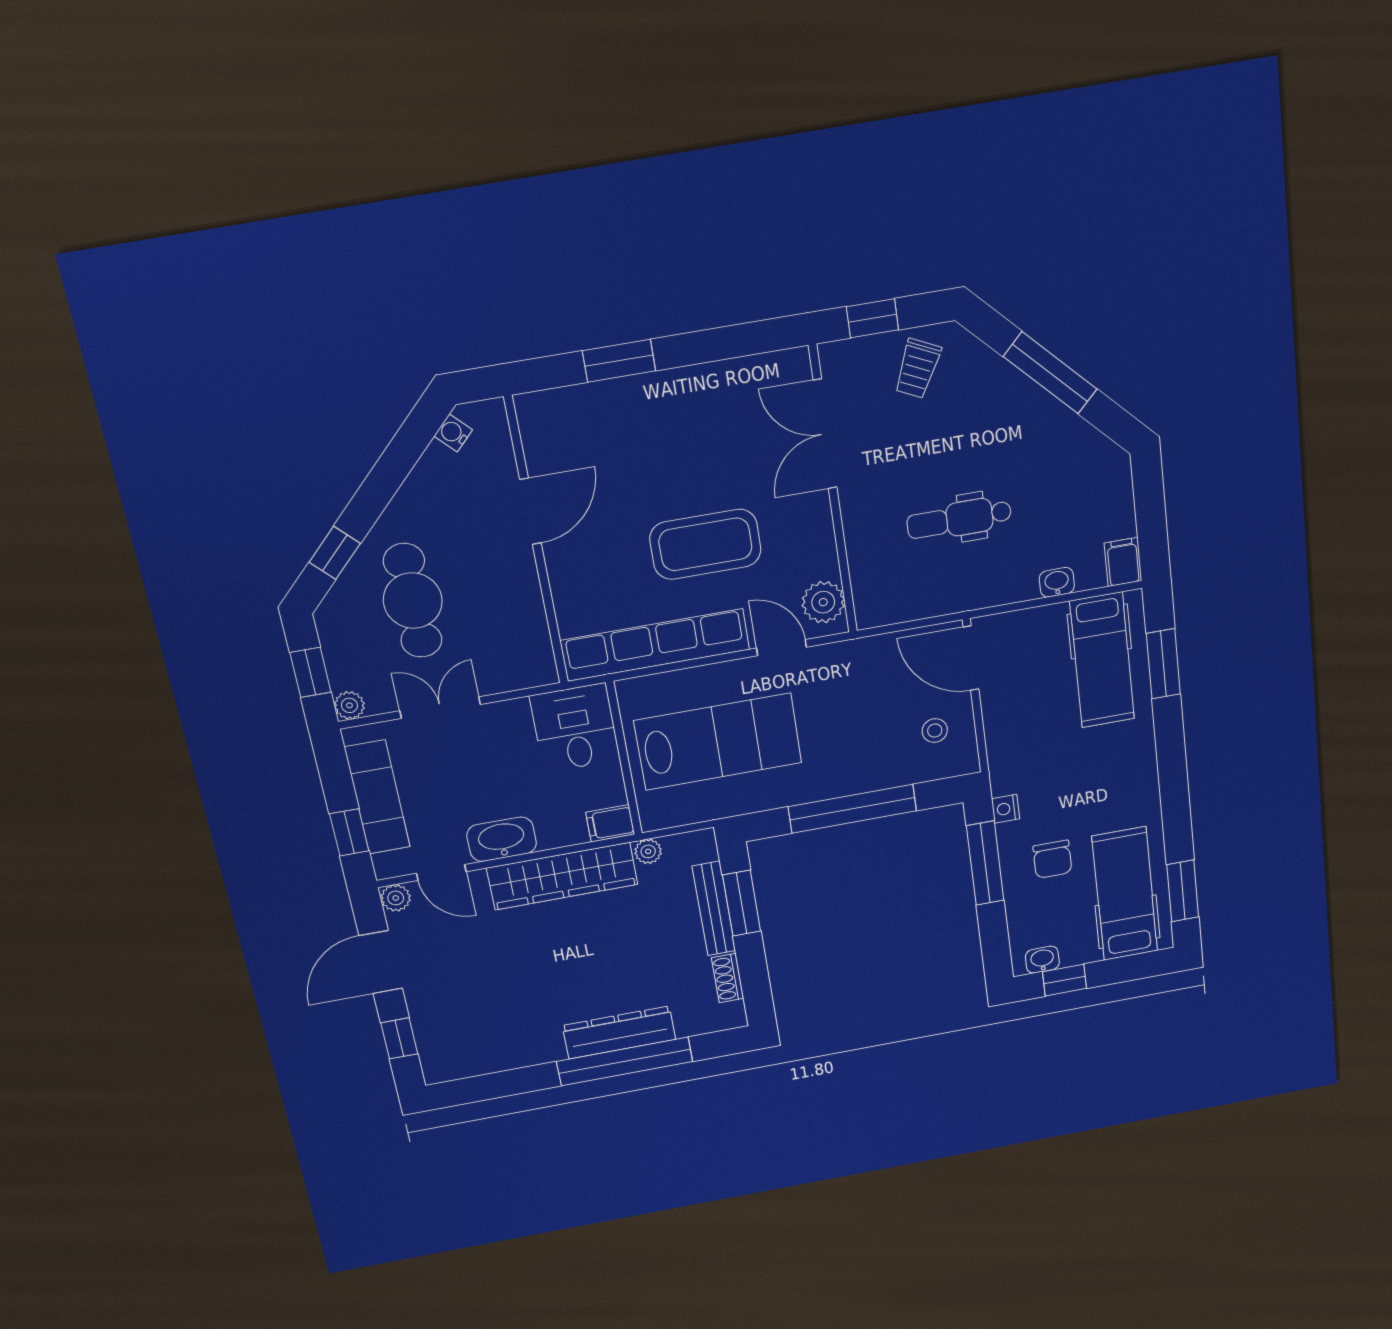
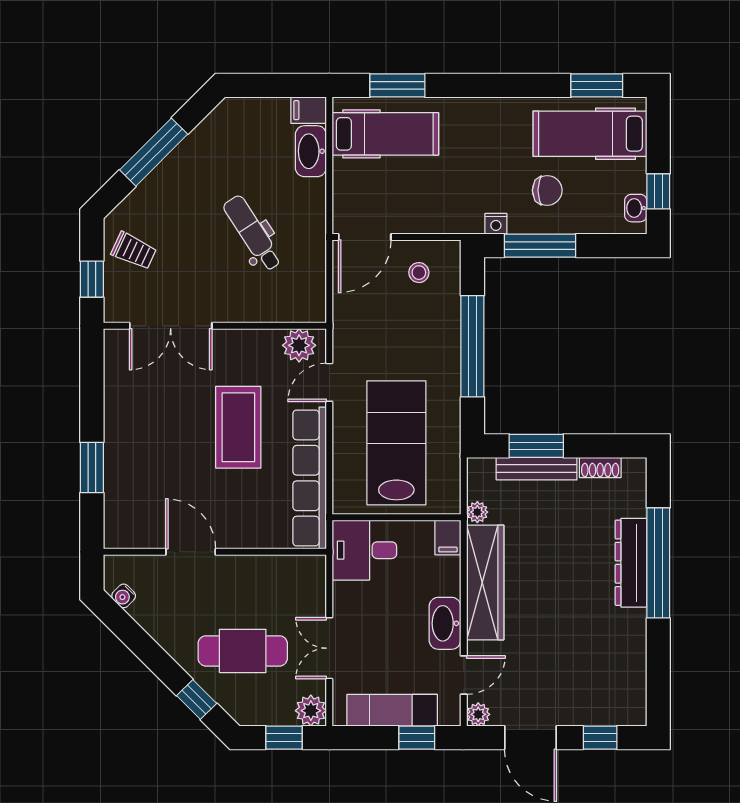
dental chair: (959, 519) -> (253, 233), turned 147
washbasin: (1057, 582) -> (311, 151), width x1.91, depth x1.45
plant: (349, 705) -> (311, 711), width x1.38, depth x1.38

